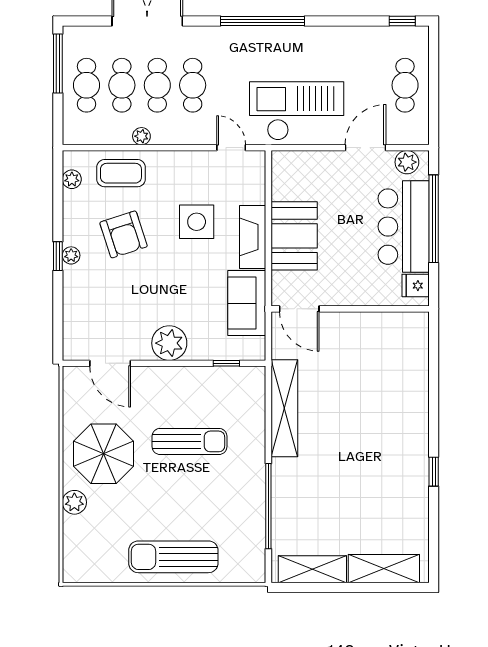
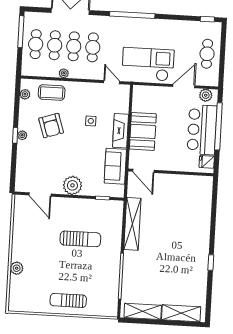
side table: (197, 222) -> (91, 121), width x0.54, depth x0.54
parasol: (103, 454) -> (34, 243), removed
sun lounger: (173, 557) -> (68, 300), width x0.73, depth x0.75

